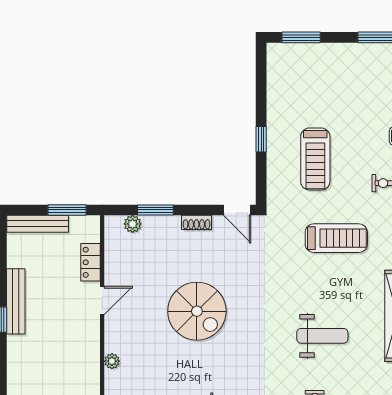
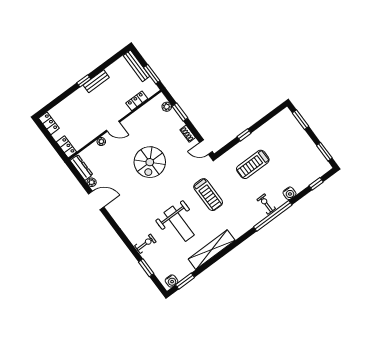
door: (237, 210) -> (206, 147), hinge flipped
treadmill: (336, 238) -> (208, 195), moved
door: (102, 300) -> (113, 126), moved
bench: (16, 301) -> (96, 81), width x0.73
weight bench: (322, 336) -> (179, 224), width x1.36, depth x1.33

